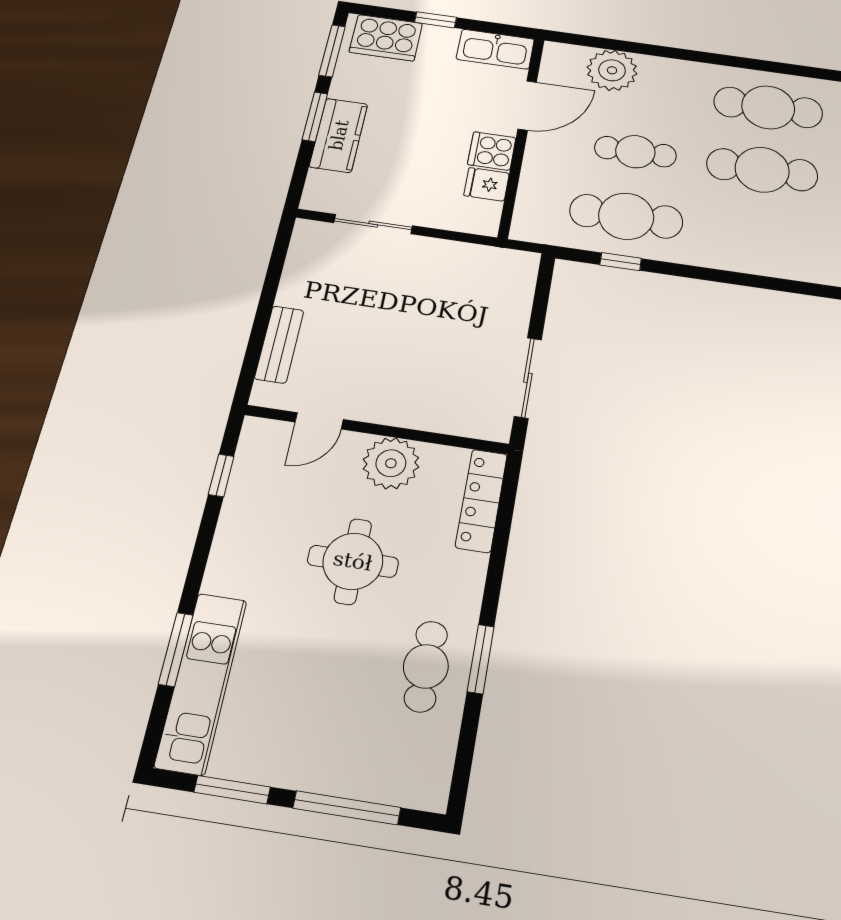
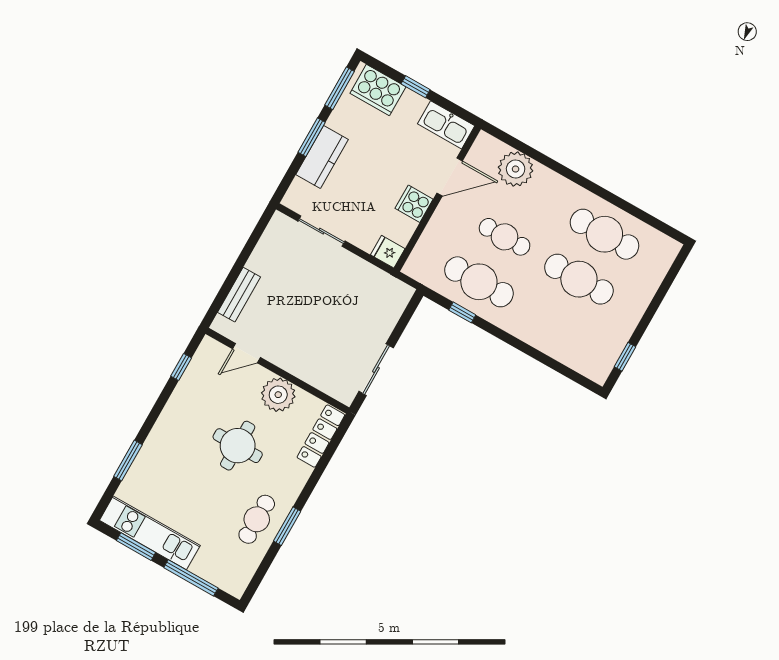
fridge: (487, 184) -> (388, 252), moved
kitchen unit: (201, 682) -> (150, 533), moved, turned -90

